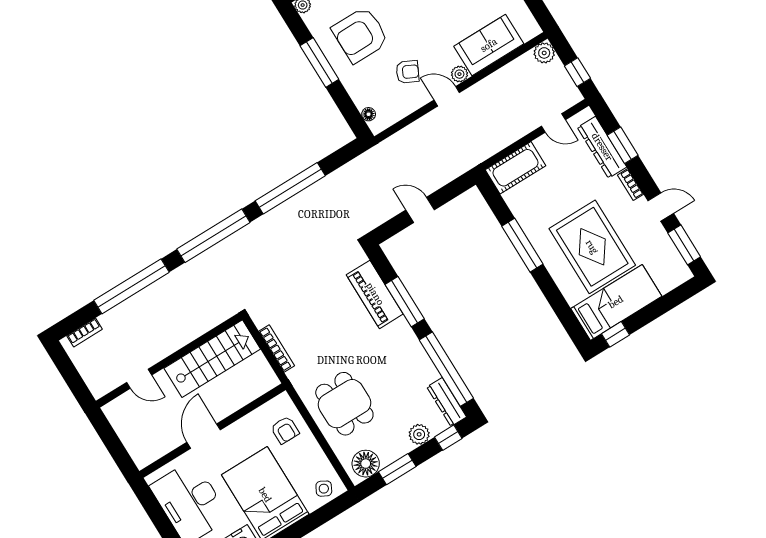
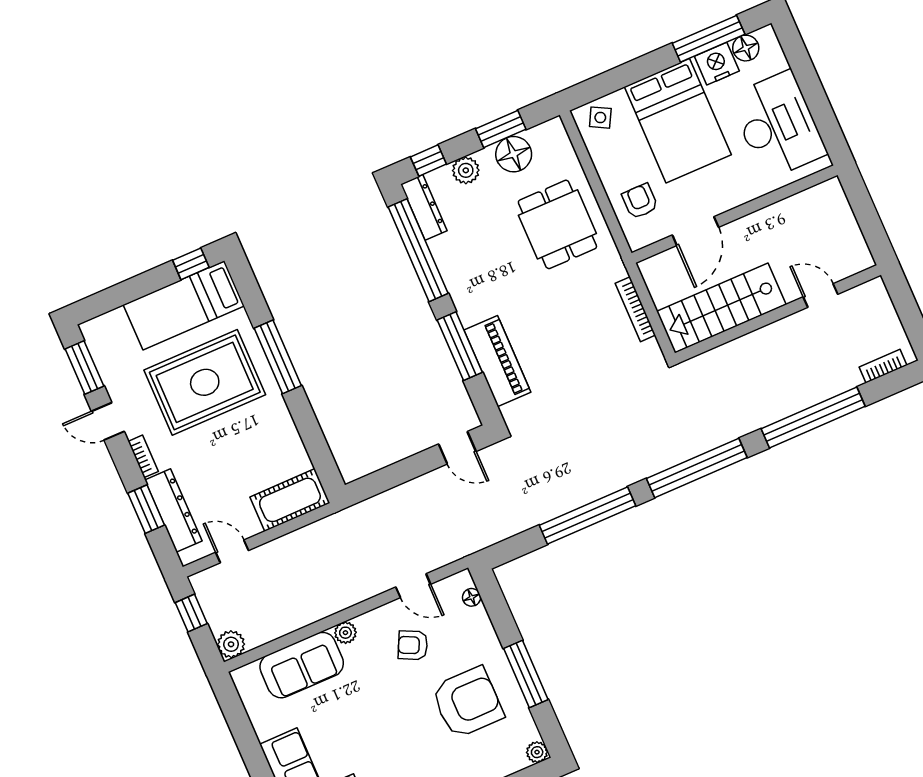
door: (447, 96) -> (413, 586), moved
door: (420, 210) -> (457, 448), moved
window: (522, 245) -> (278, 357), moved
rug: (592, 247) -> (205, 382), turned 90
door: (204, 436) -> (695, 231), moved
floor lamp: (366, 464) -> (514, 154), moved

